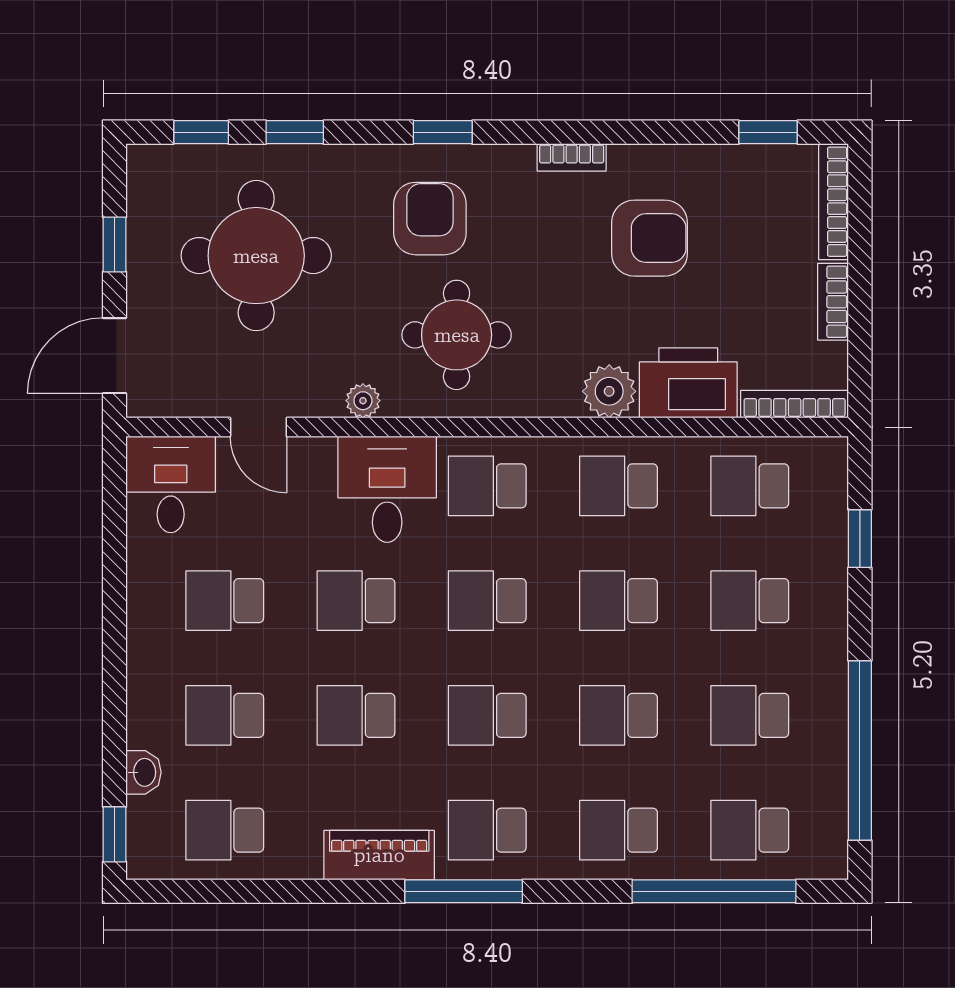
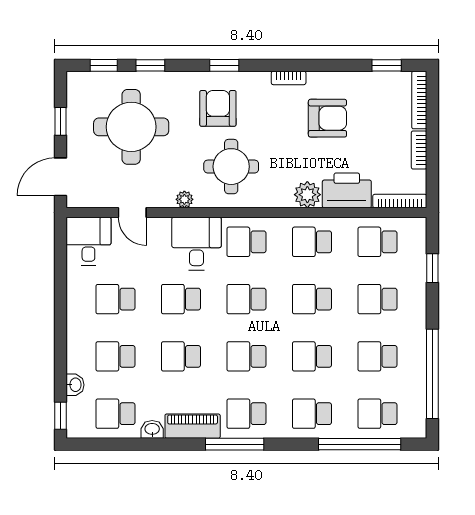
washbasin: (298, 862) -> (152, 429), added

